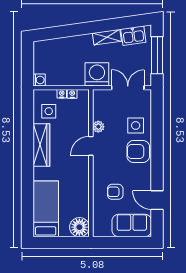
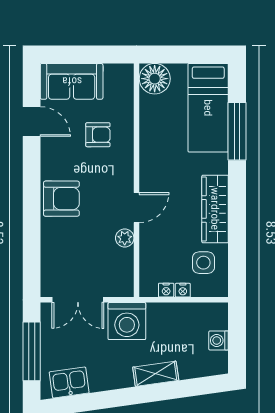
shelving: (107, 37) -> (156, 374), moved
washing machine: (39, 80) -> (219, 340), moved
side table: (136, 125) -> (66, 240), removed
window: (28, 194) -> (237, 131), added

